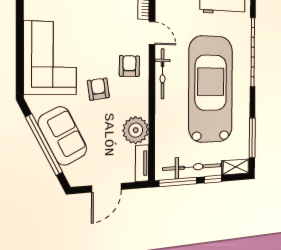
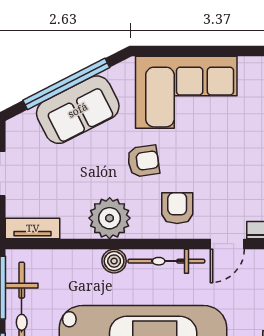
armchair: (129, 66) -> (177, 208), turned -90
boiler: (162, 108) -> (114, 261), added
plant: (136, 130) -> (110, 218), moved

